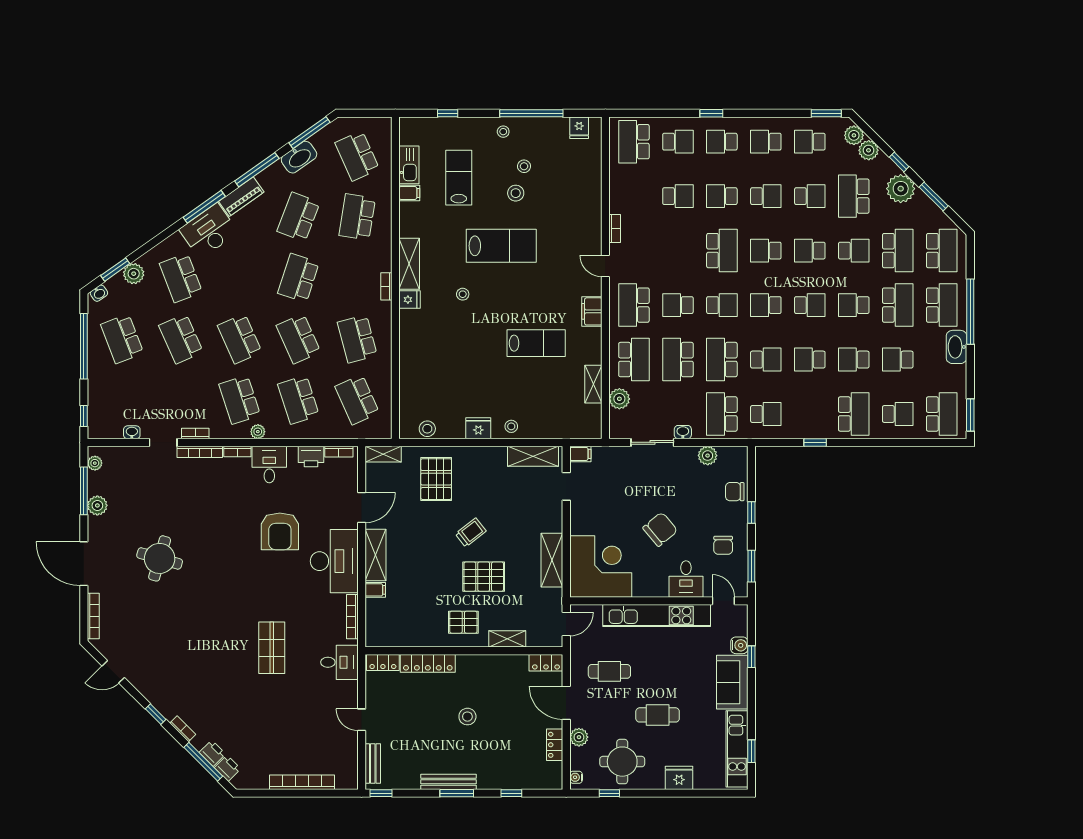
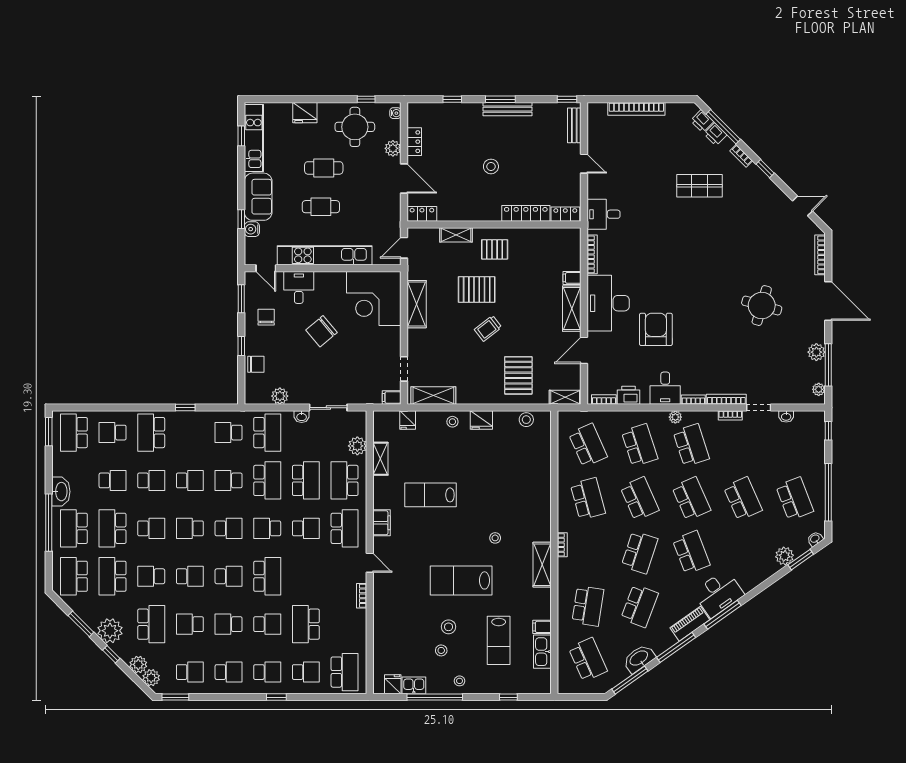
kitchen sink: (555, 126) -> (414, 685), added
school desk: (678, 142) -> (306, 672), turned 180
school desk: (678, 196) -> (306, 624), width x1.85
school desk: (722, 251) -> (267, 576), turned 180
school desk: (181, 278) -> (691, 552), moved
fridge: (410, 300) -> (408, 420), moved, turned -90
shop shelf: (272, 648) -> (700, 186), moved, turned 90
cafe table: (609, 671) -> (321, 207), moved

